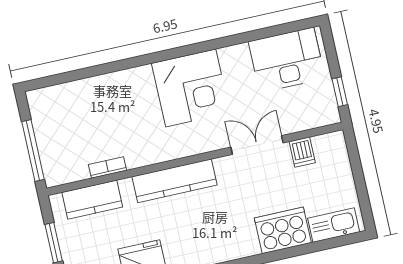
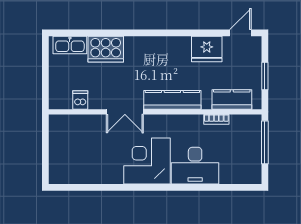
desk: (287, 60) -> (195, 166), moved
window: (340, 92) -> (45, 136), removed
double door: (257, 145) -> (125, 112), moved

